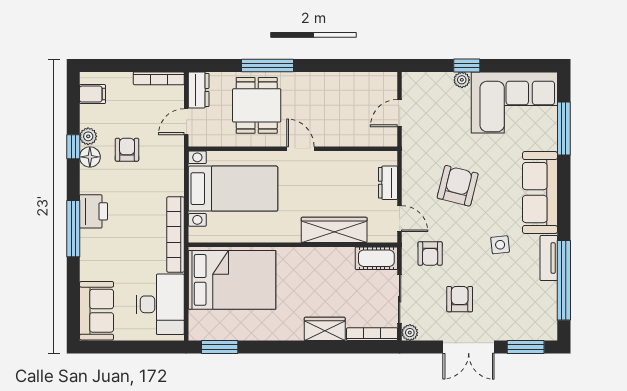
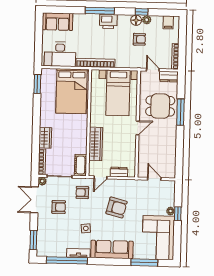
double door: (469, 347) -> (34, 200), moved

